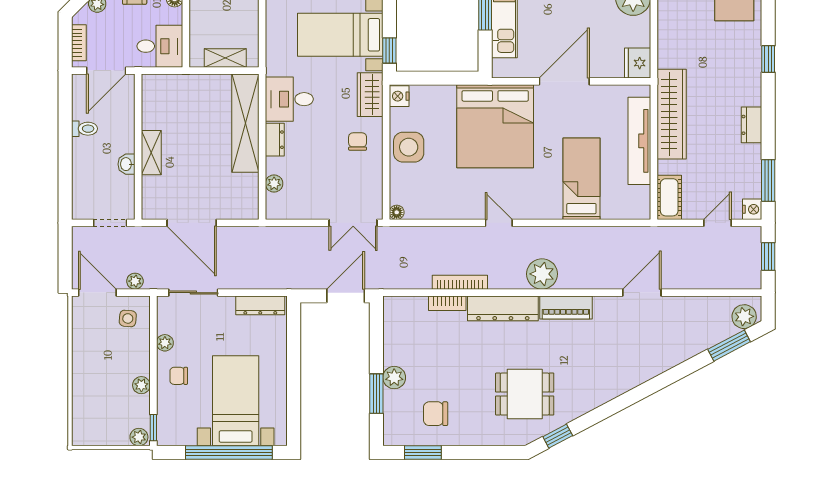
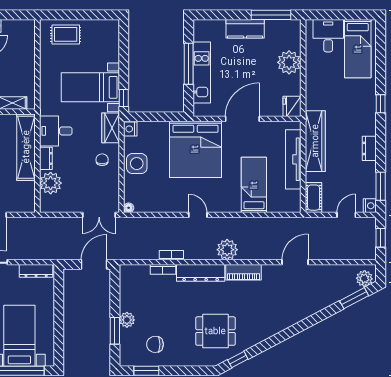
plant: (274, 184) -> (51, 183), width x1.88, depth x1.88
bookcase: (460, 282) -> (171, 255), width x0.64

